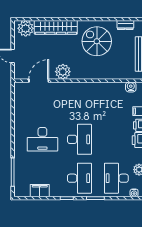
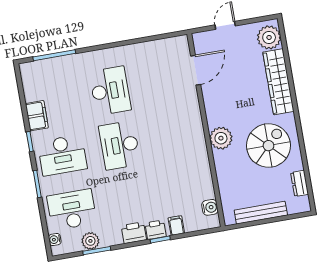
plant: (63, 72) -> (221, 138), moved
door: (39, 81) -> (196, 70), hinge flipped
desk: (42, 139) -> (110, 91), turned 180
desk: (79, 139) -> (120, 145), turned 90
filing cabinet: (40, 191) -> (37, 116), moved

